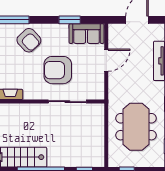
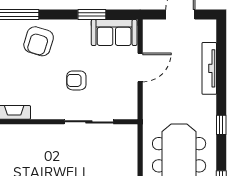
armchair: (29, 40) -> (39, 41), turned 60
armchair: (58, 70) -> (76, 80), width x0.53, depth x0.53

